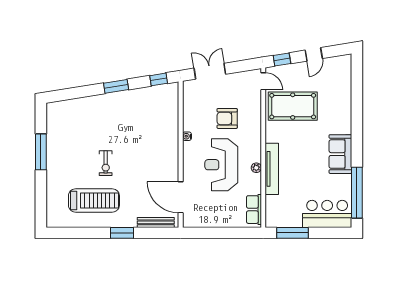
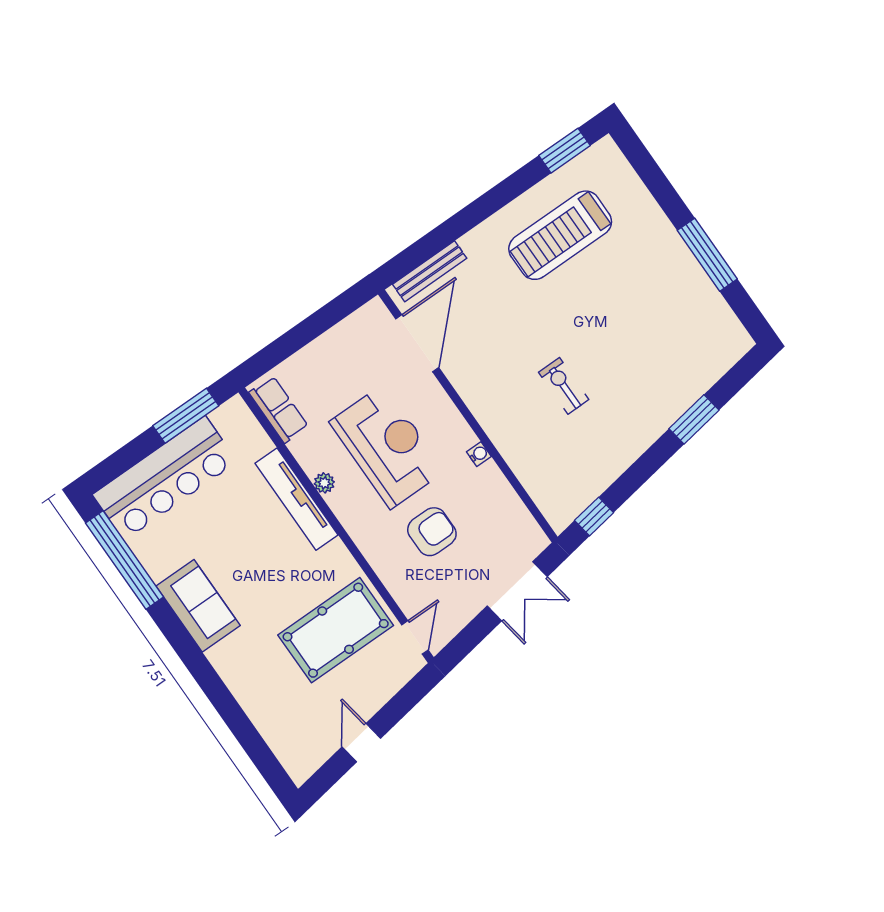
window: (282, 59) -> (409, 696), removed
door: (263, 81) -> (415, 637), swing flipped
window: (116, 86) -> (694, 419), moved
exercise bike: (106, 163) -> (564, 386), moved
door: (181, 197) -> (417, 343), hinge flipped
bar counter: (327, 214) -> (165, 478), width x1.36
window: (122, 233) -> (564, 151), moved

